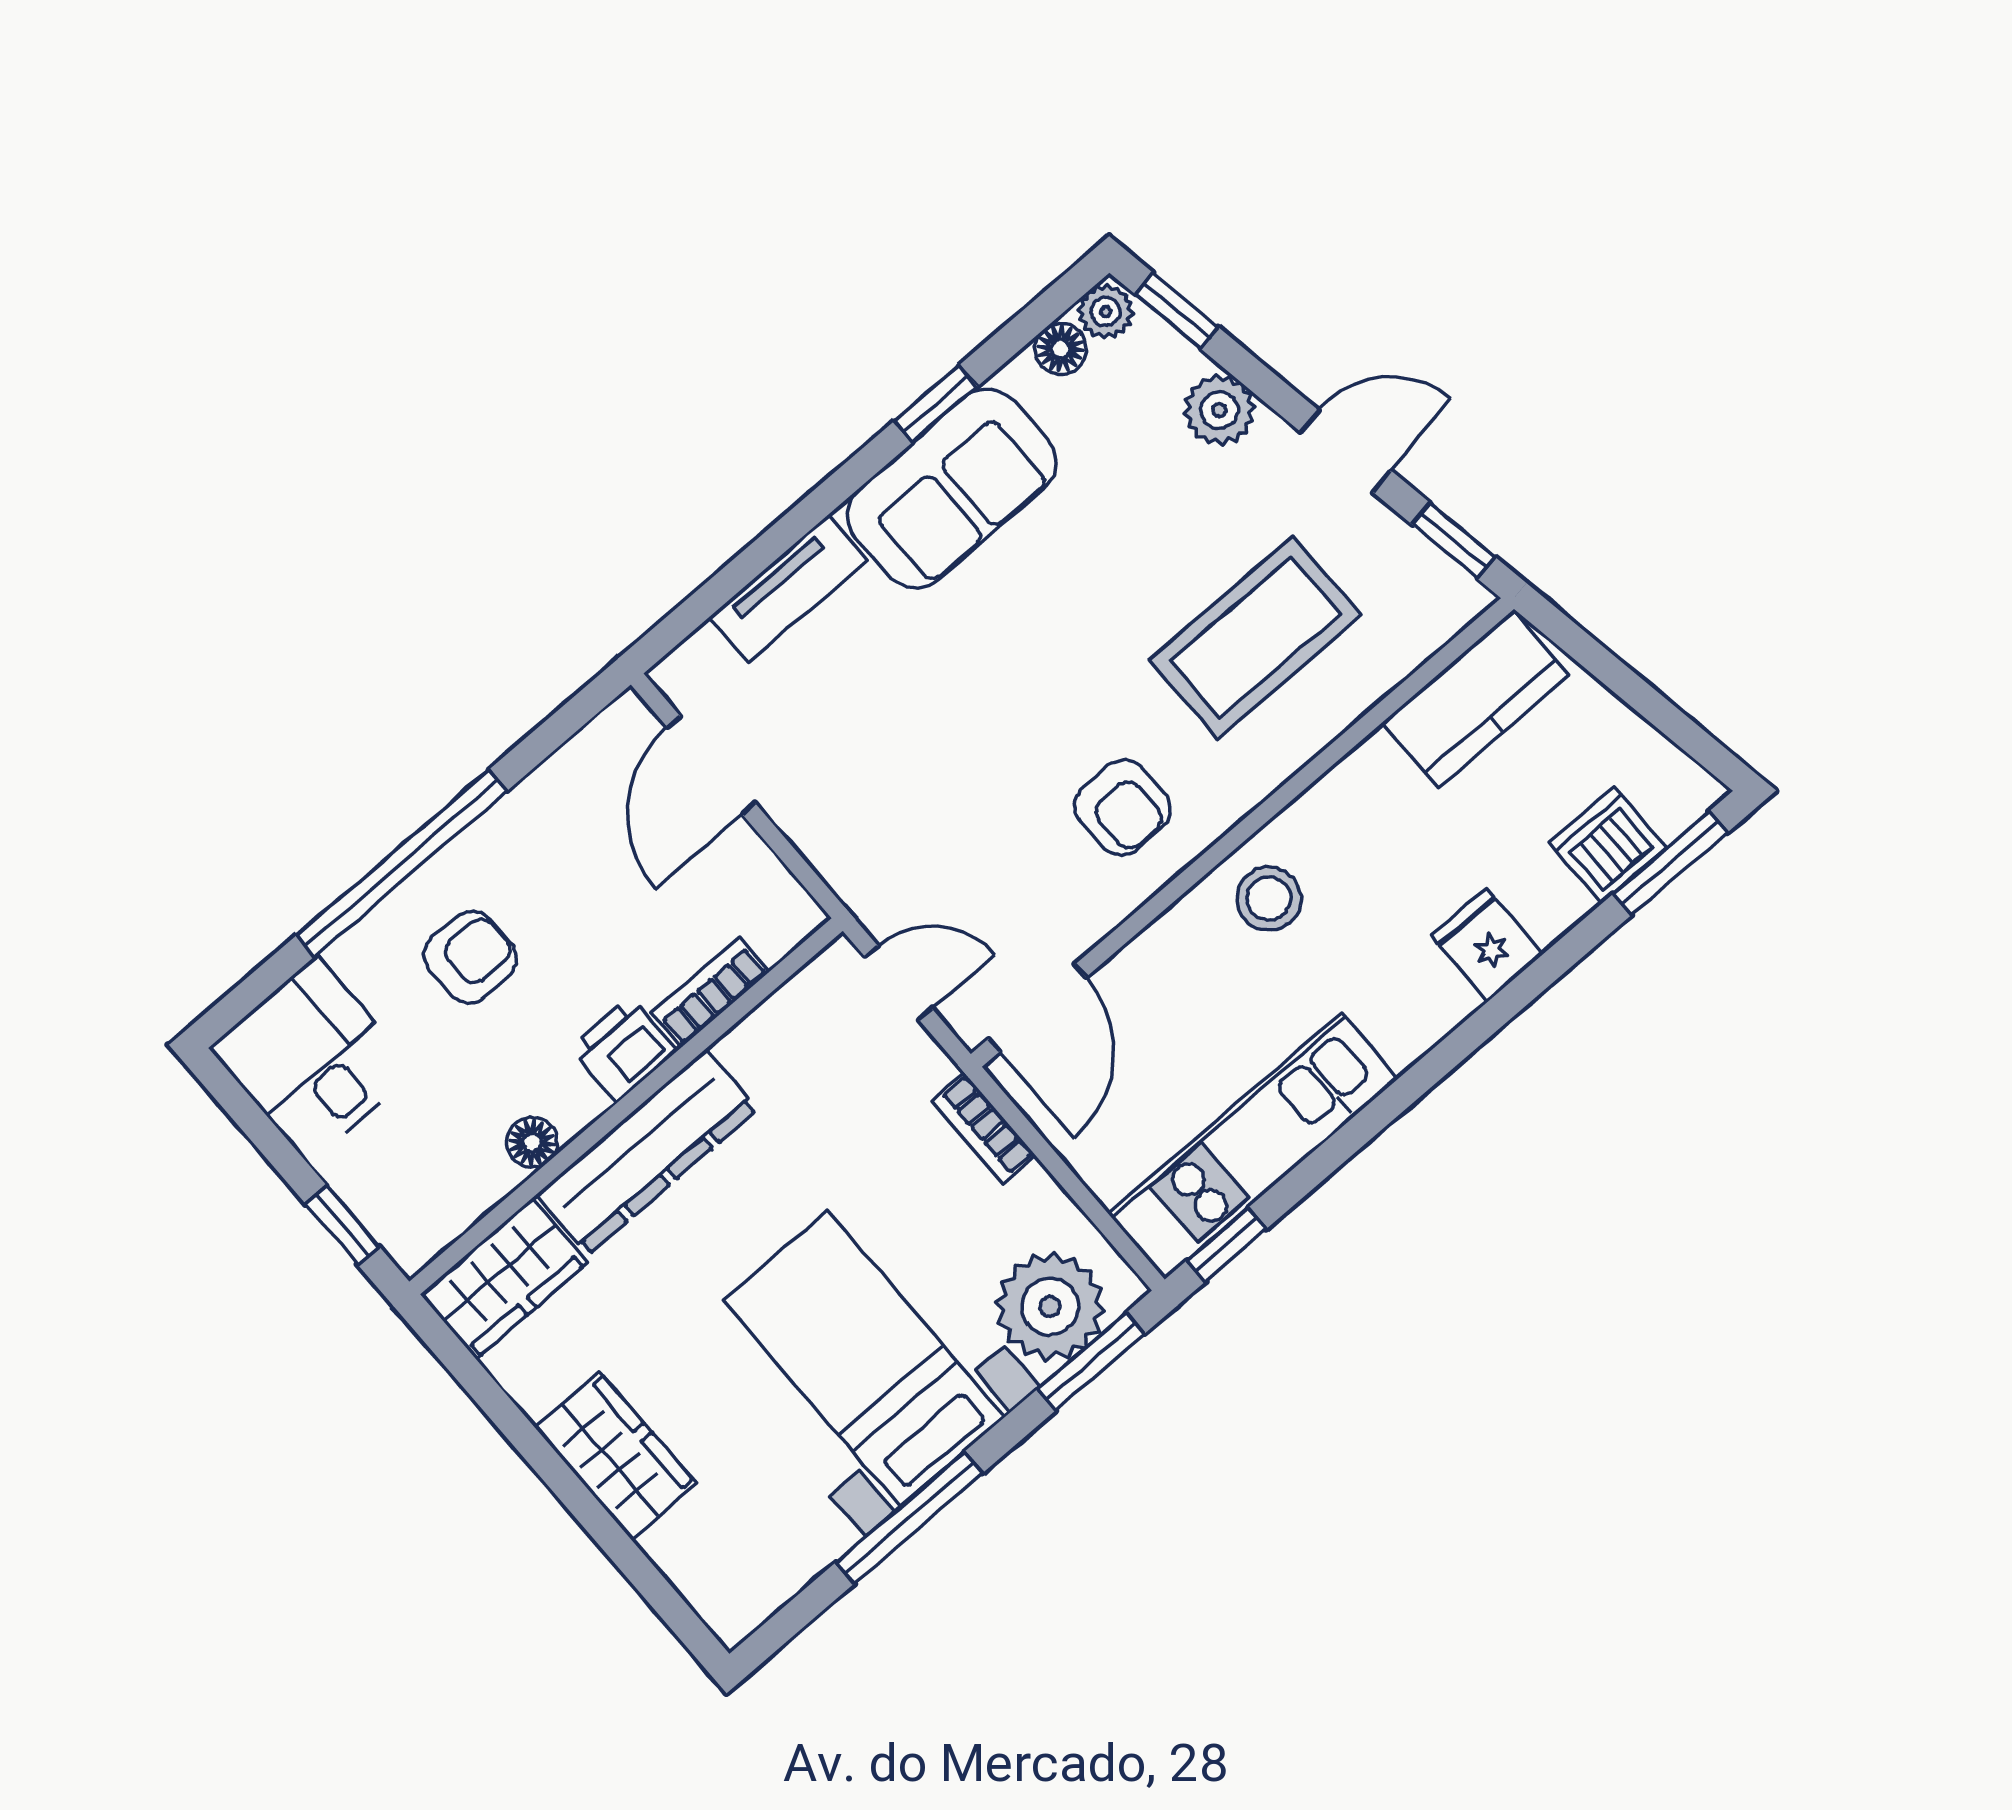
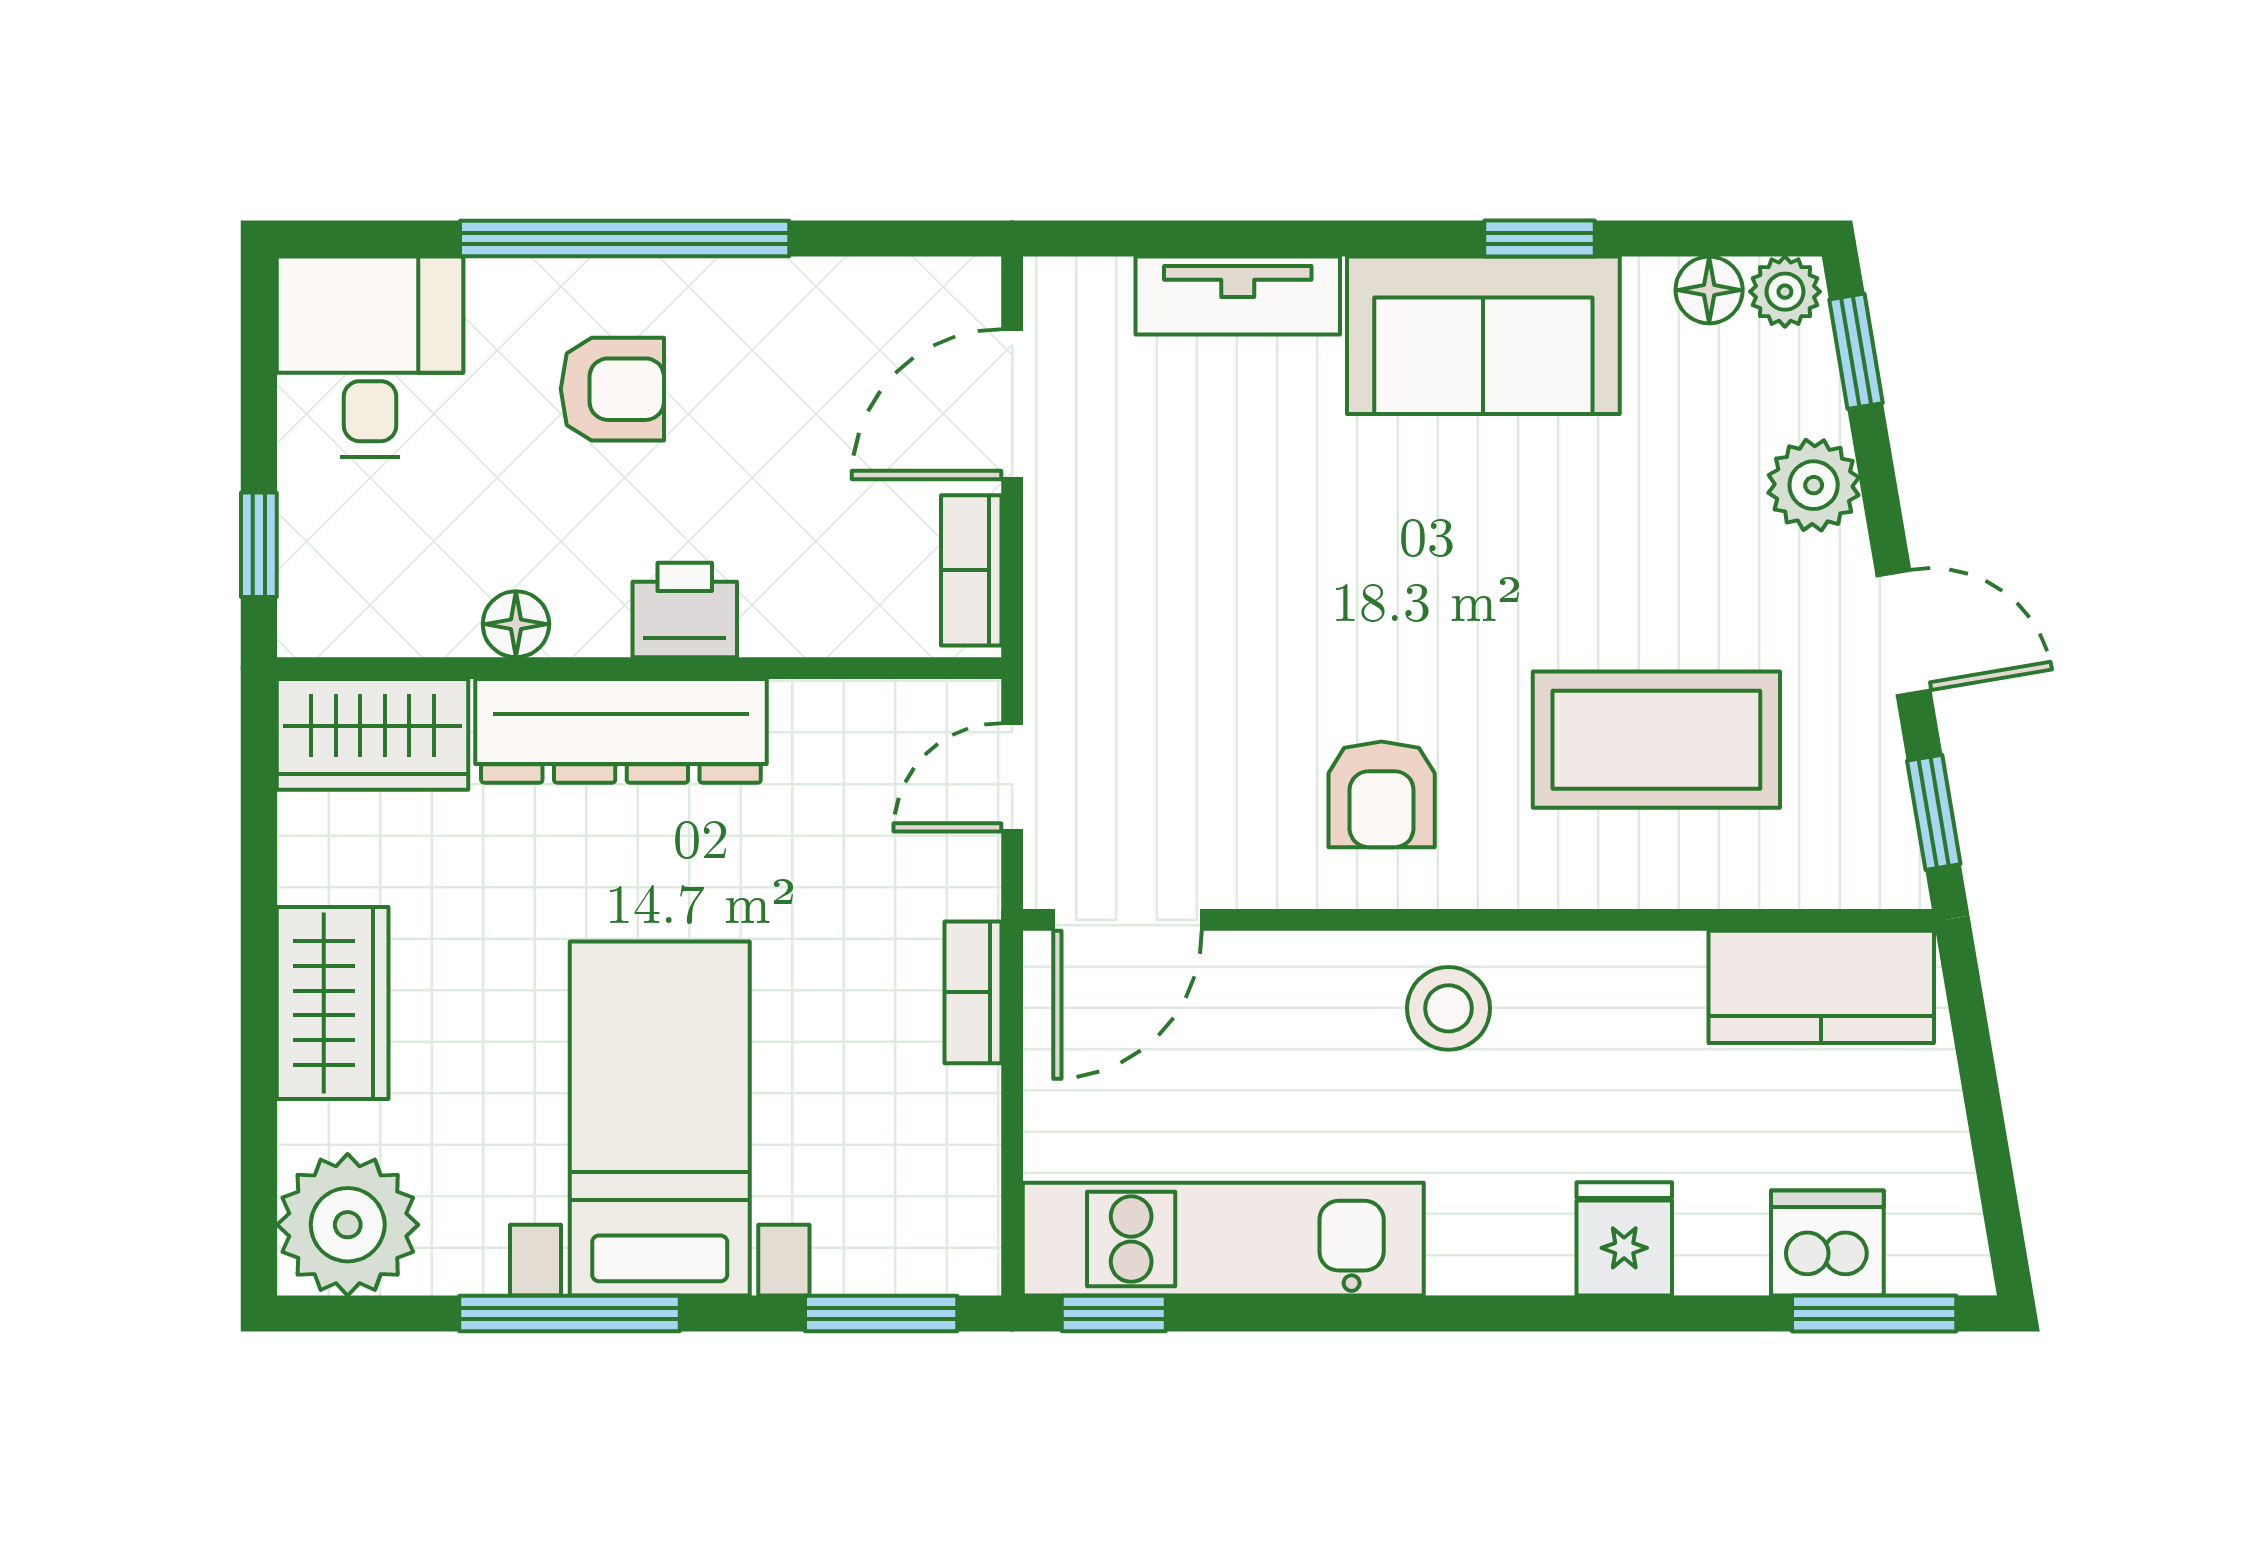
door: (898, 983) -> (1012, 777), swing flipped
bookcase: (711, 992) -> (971, 570), moved, turned -90
plant: (1050, 1306) -> (348, 1225), moved

